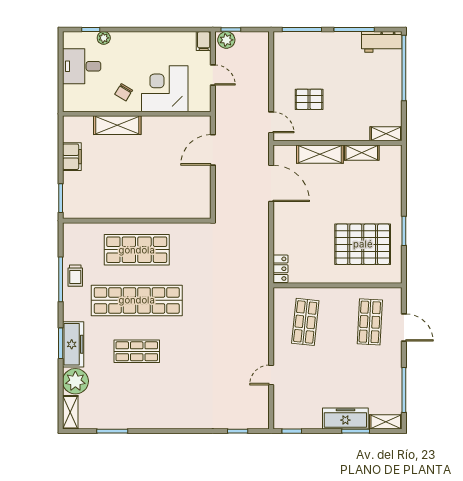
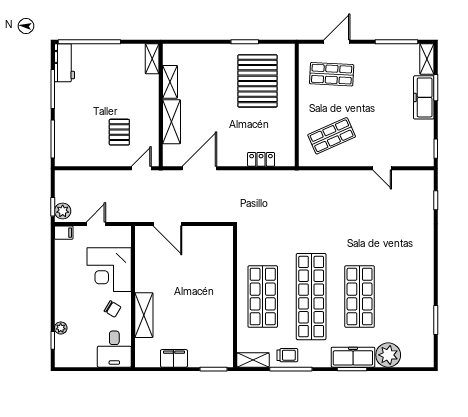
desk: (82, 66) -> (114, 349), moved
locker: (280, 269) -> (261, 159), moved
shop shelf: (305, 322) -> (332, 136), turned -30
shop shelf: (137, 351) -> (360, 297), width x1.43, depth x1.36
shelving: (70, 412) -> (253, 360), moved

